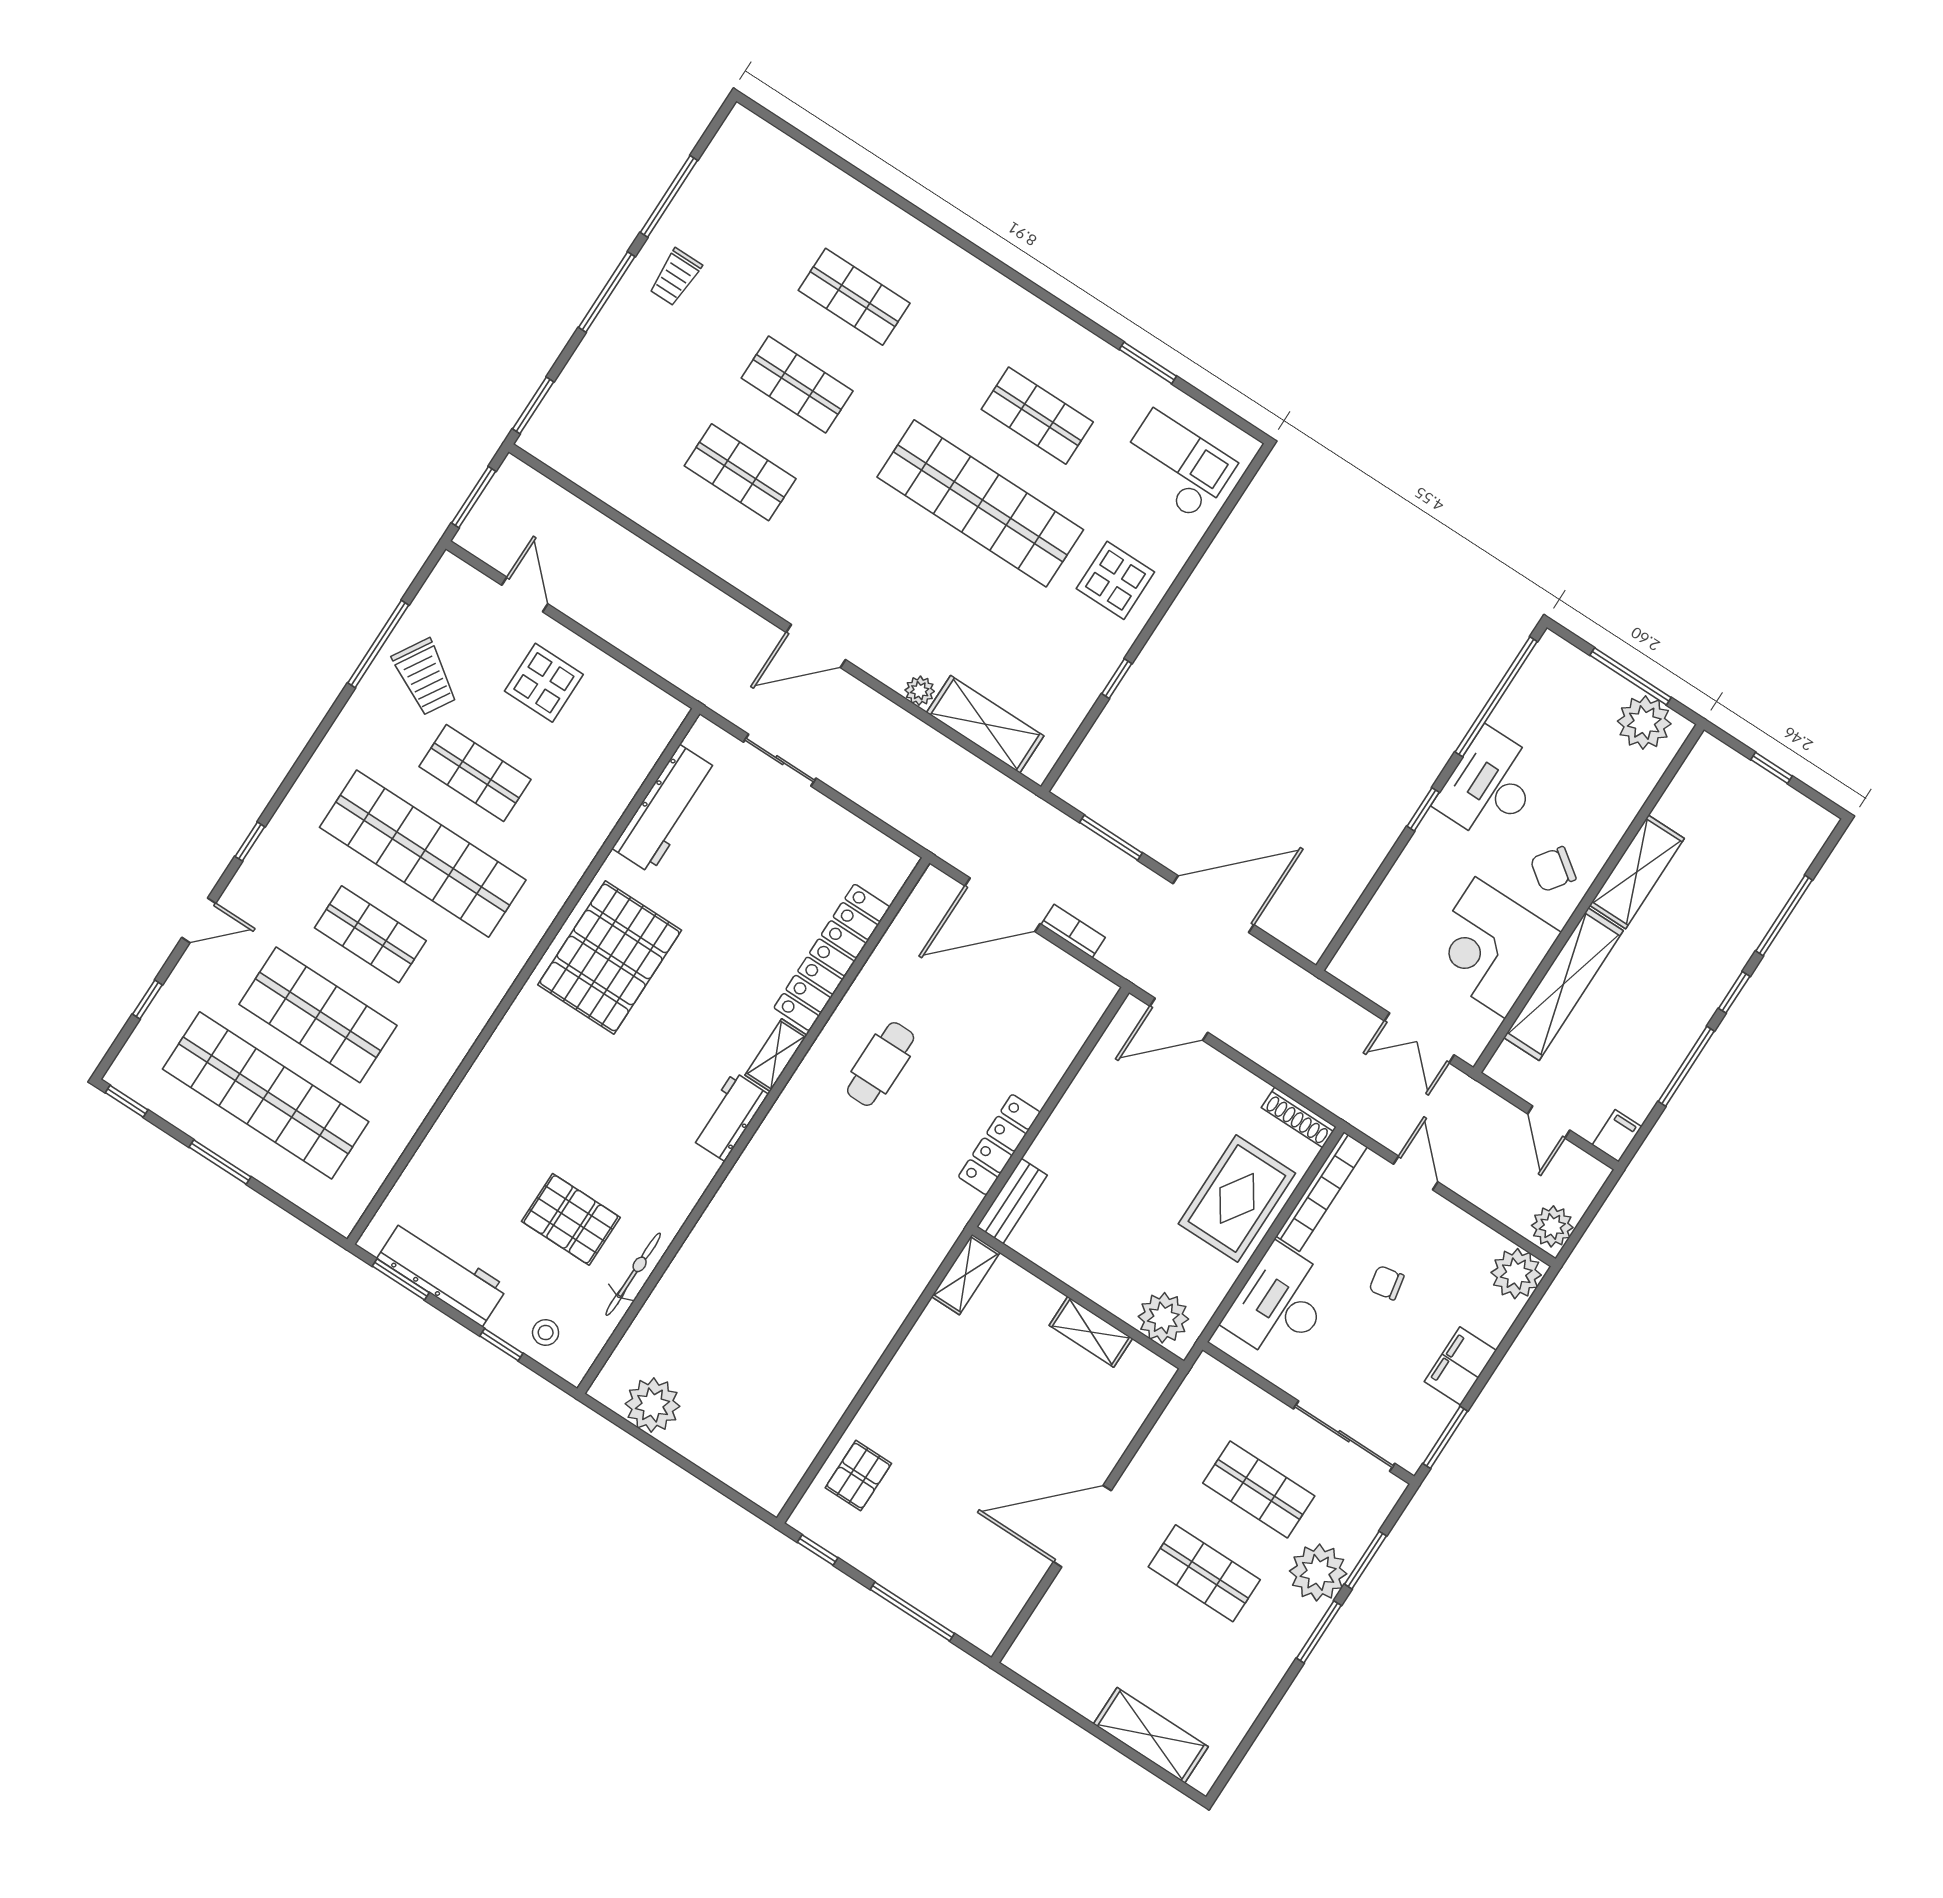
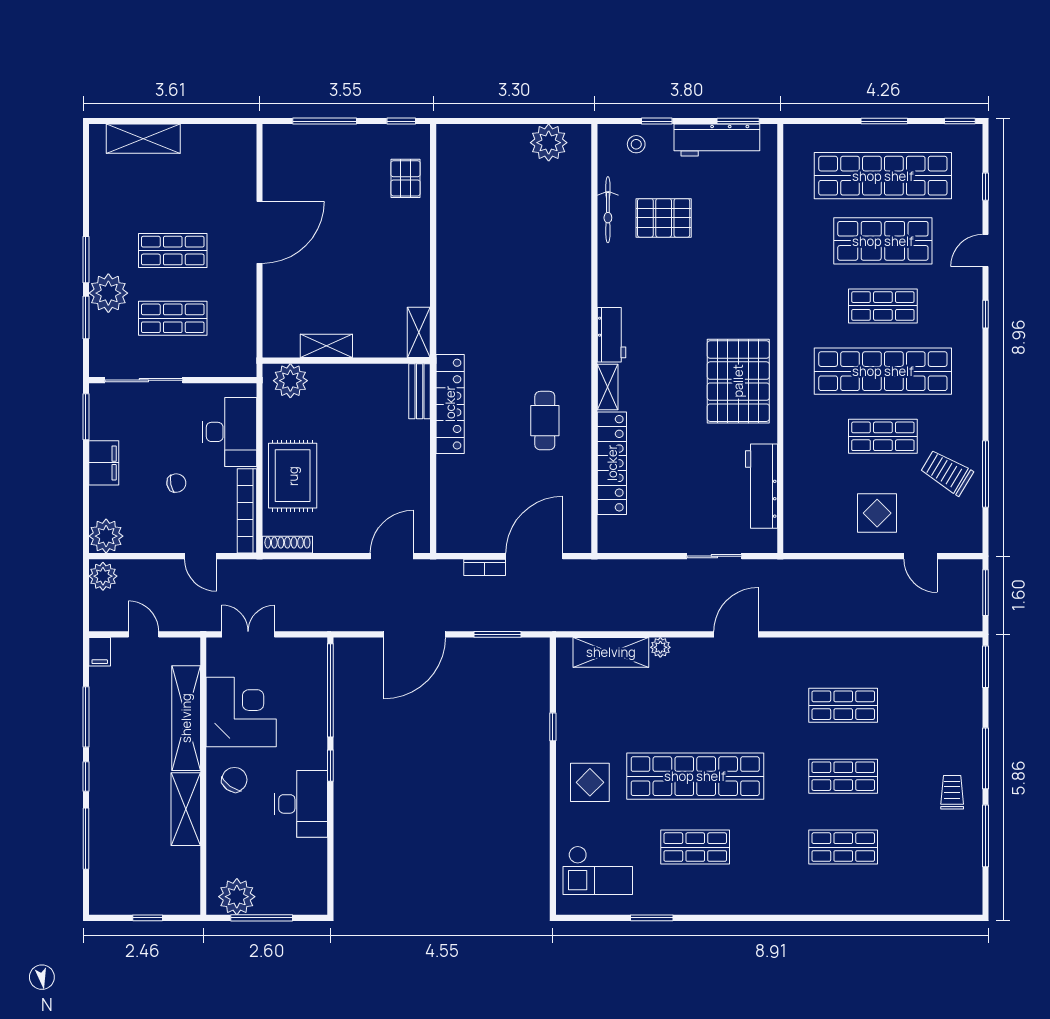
window: (1496, 697) -> (330, 690), moved
locker: (999, 1145) -> (450, 404), width x1.41, depth x1.21

